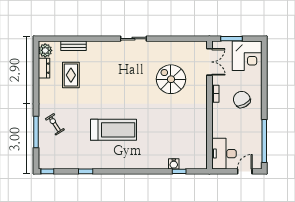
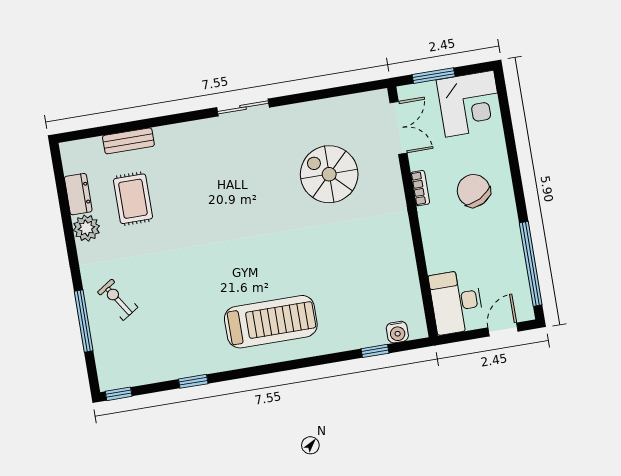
plant: (45, 50) -> (86, 228), moved
treadmill: (114, 130) -> (271, 322), moved
water cooler: (174, 164) -> (397, 332), moved

